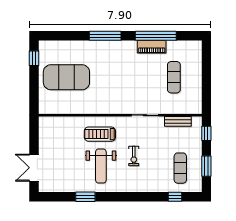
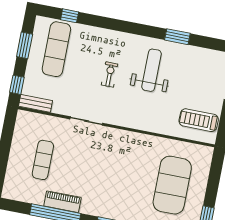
exercise mat: (66, 77) -> (172, 185), turned 90
bench: (178, 121) -> (36, 103), moved
treadmill: (100, 134) -> (199, 120), moved, turned 180
exercise mat: (180, 168) -> (56, 49), width x1.36, depth x1.45

